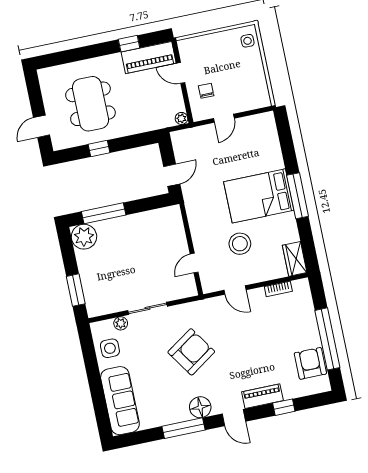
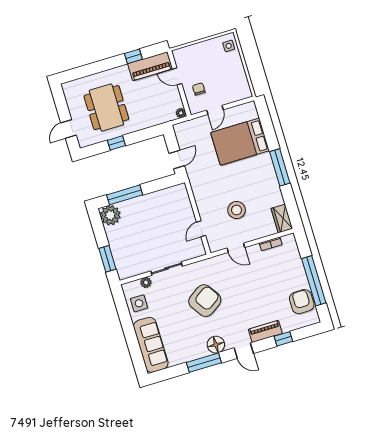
bed: (259, 196) -> (240, 142), moved

